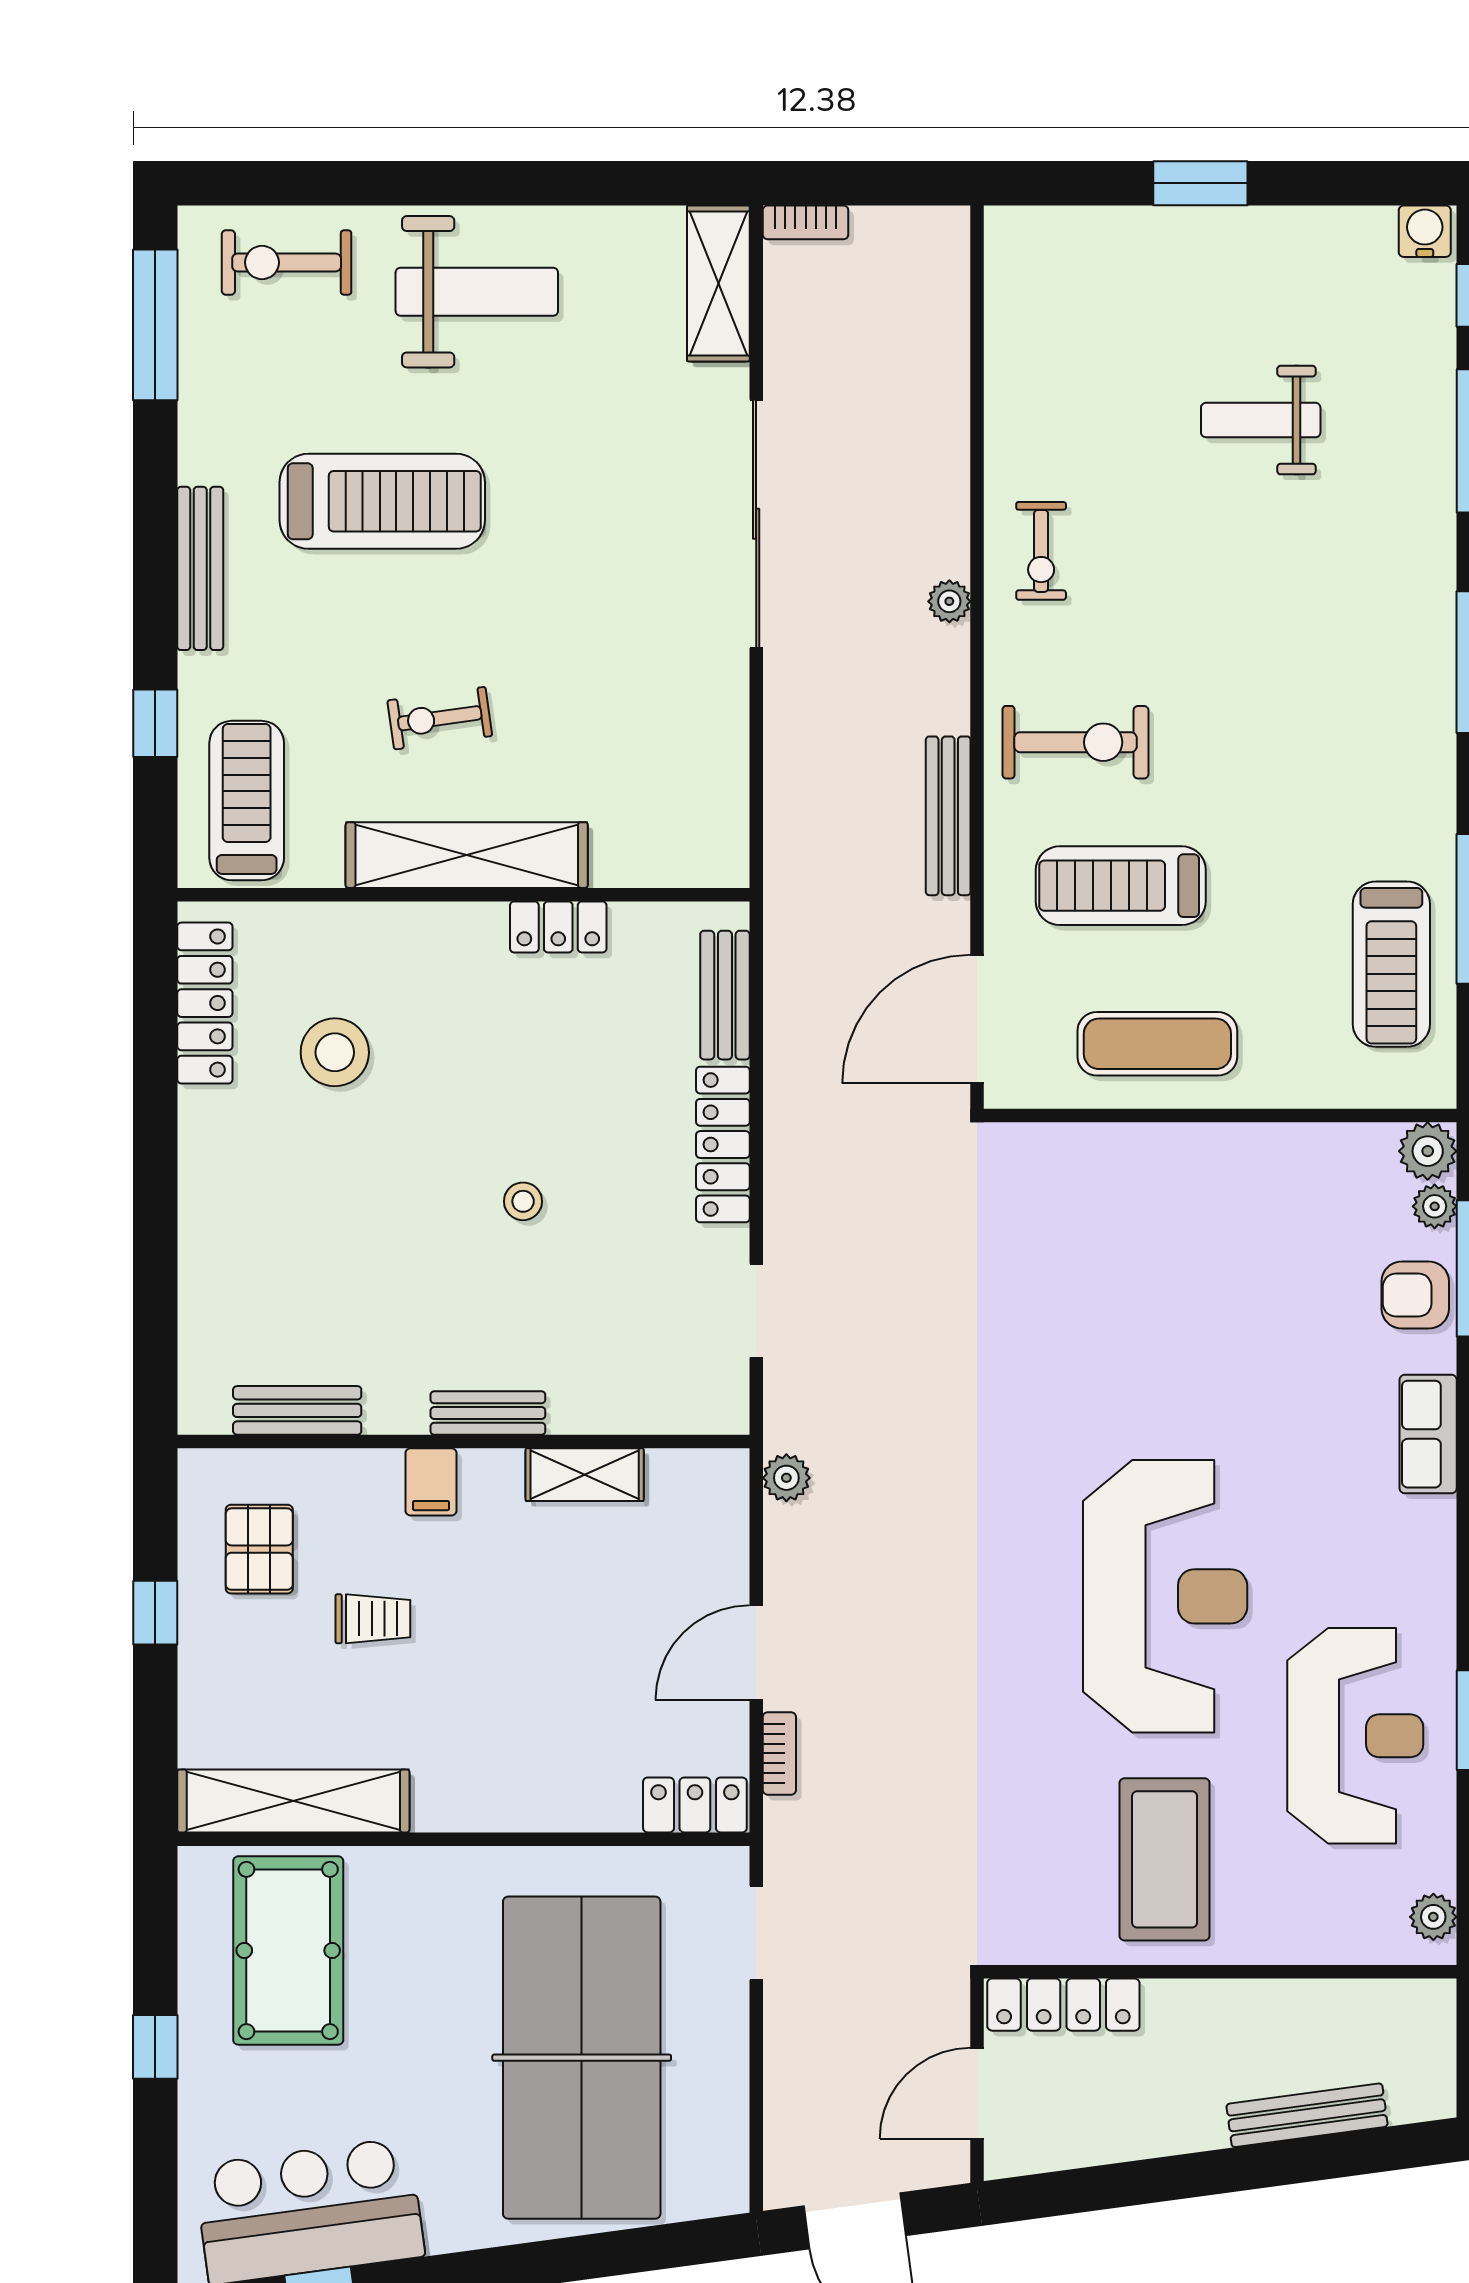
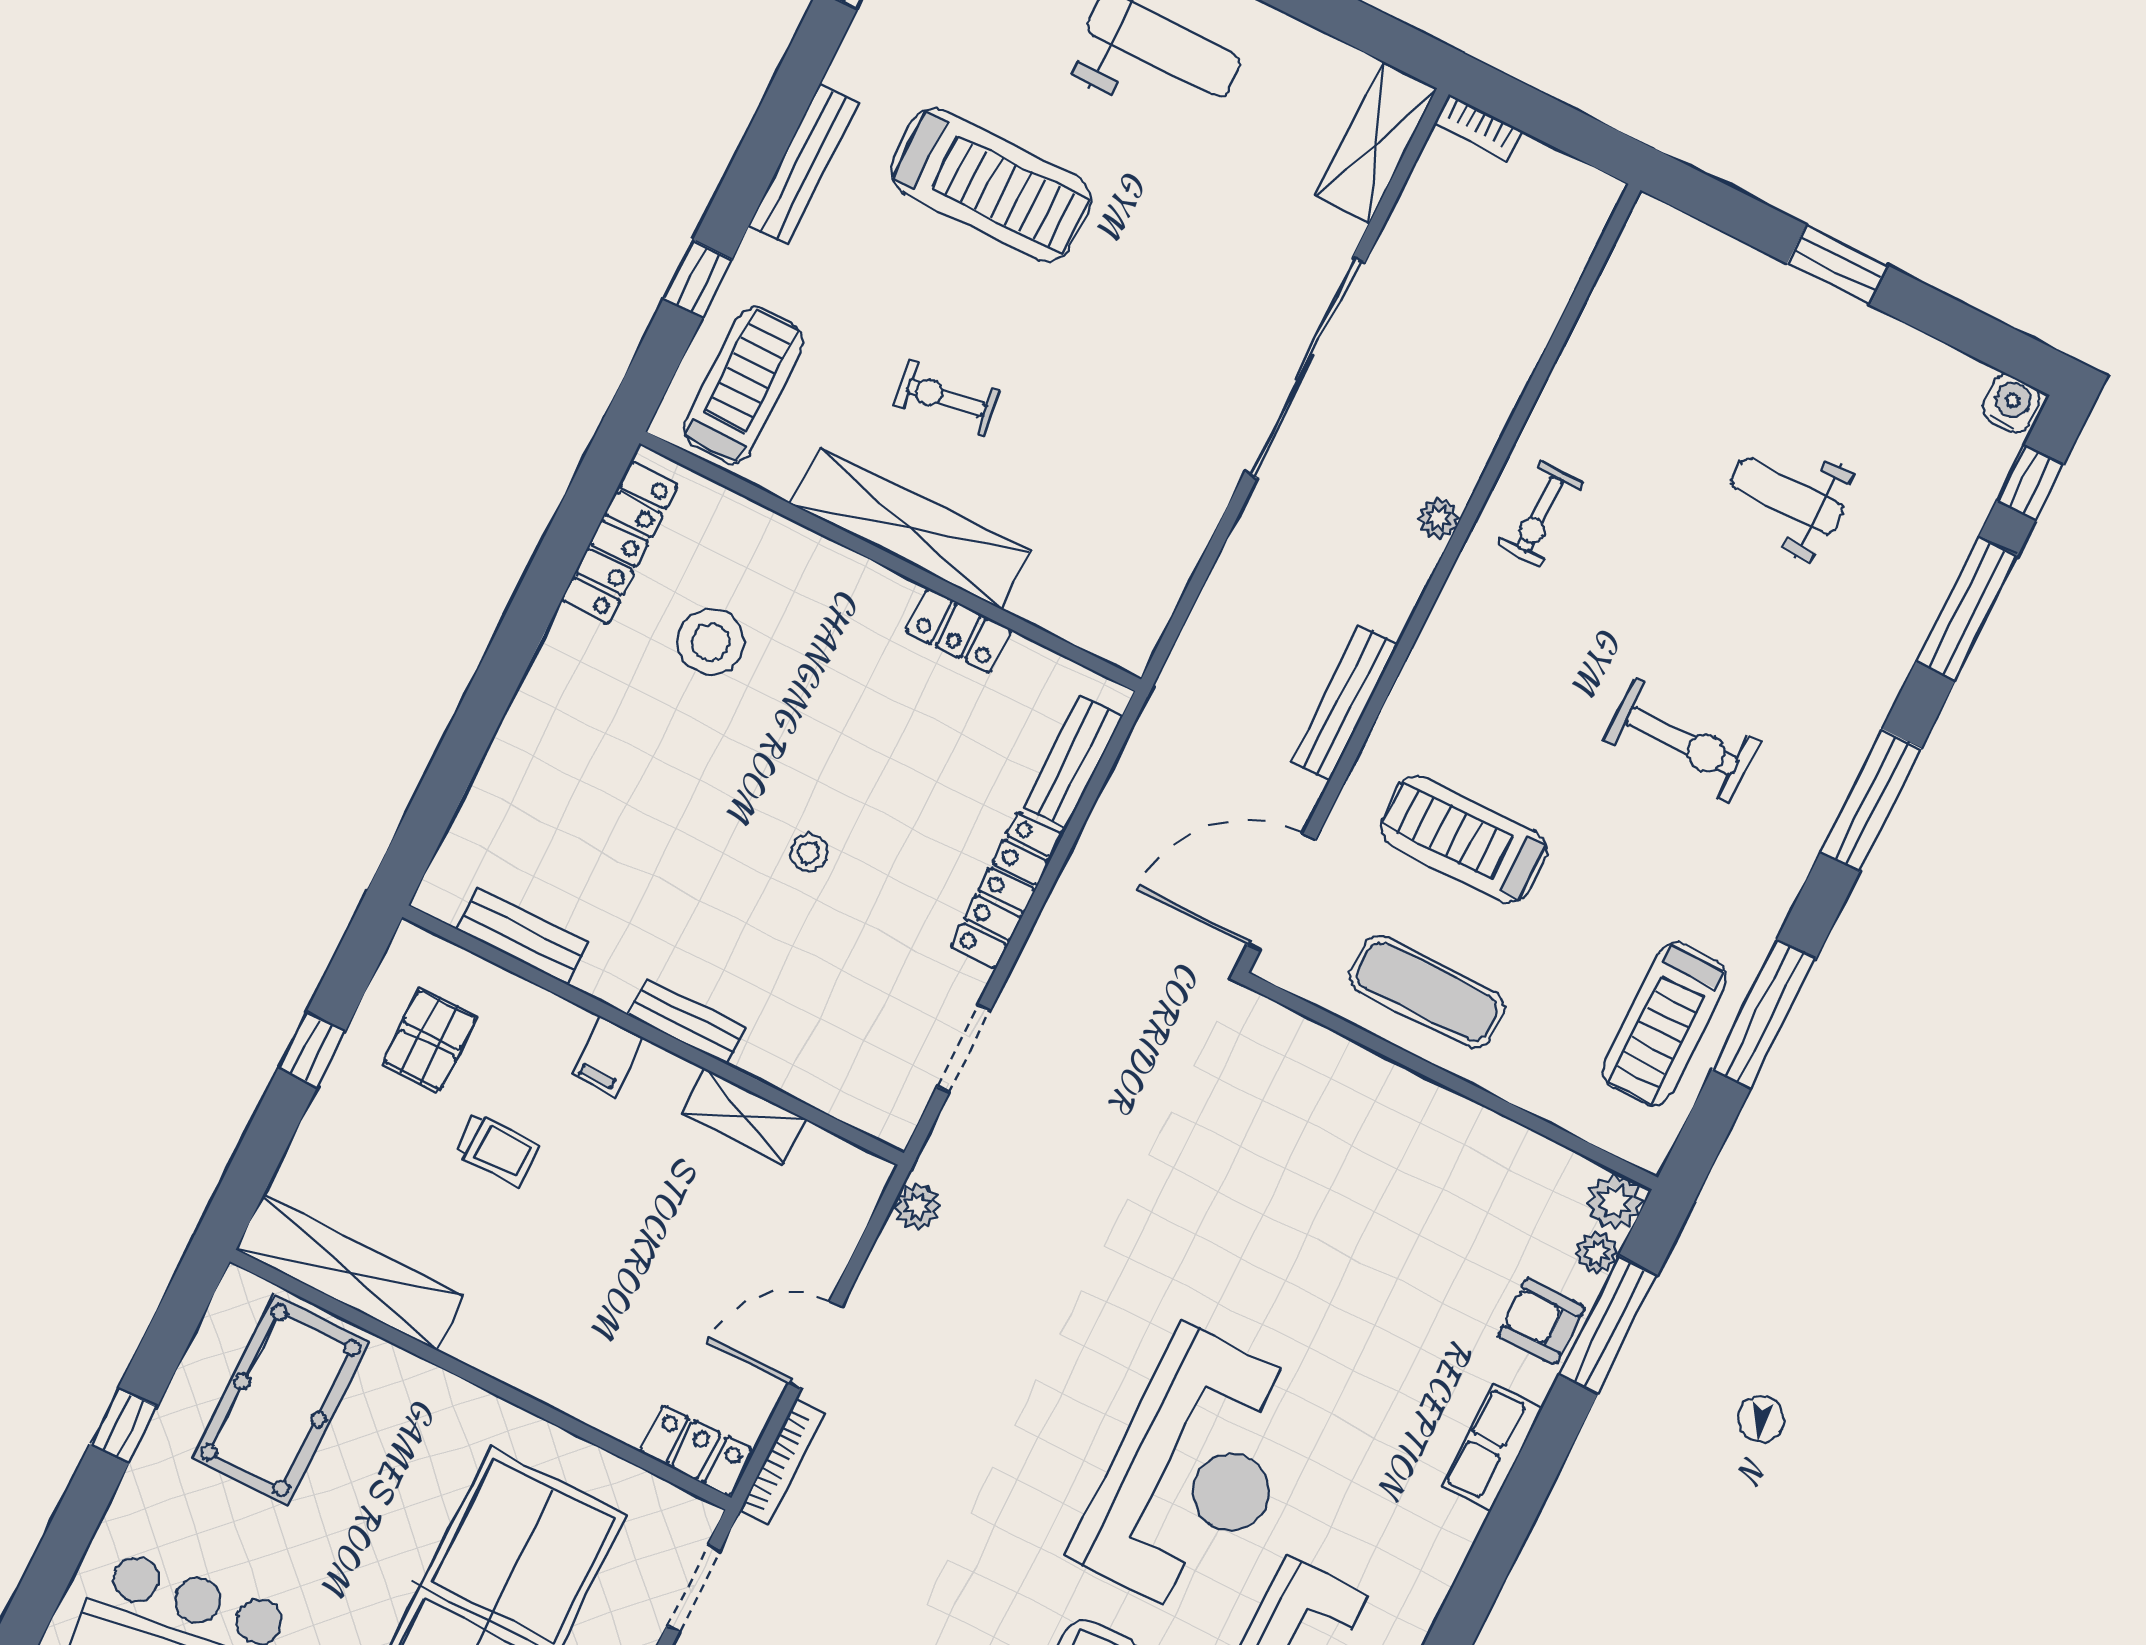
exercise bike: (1075, 742) -> (1682, 741), moved
bookcase: (779, 1753) -> (781, 1463), width x1.56

